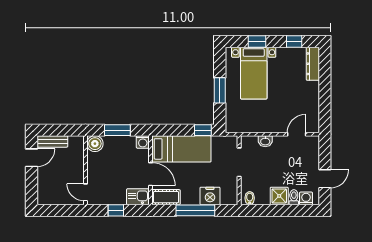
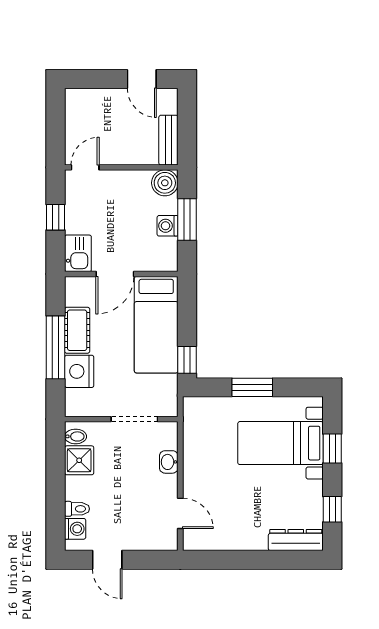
bench: (52, 141) -> (168, 140), moved
washing machine: (143, 142) -> (168, 226), moved
shower: (279, 196) -> (79, 460), moved
cot: (166, 197) -> (77, 330), moved

